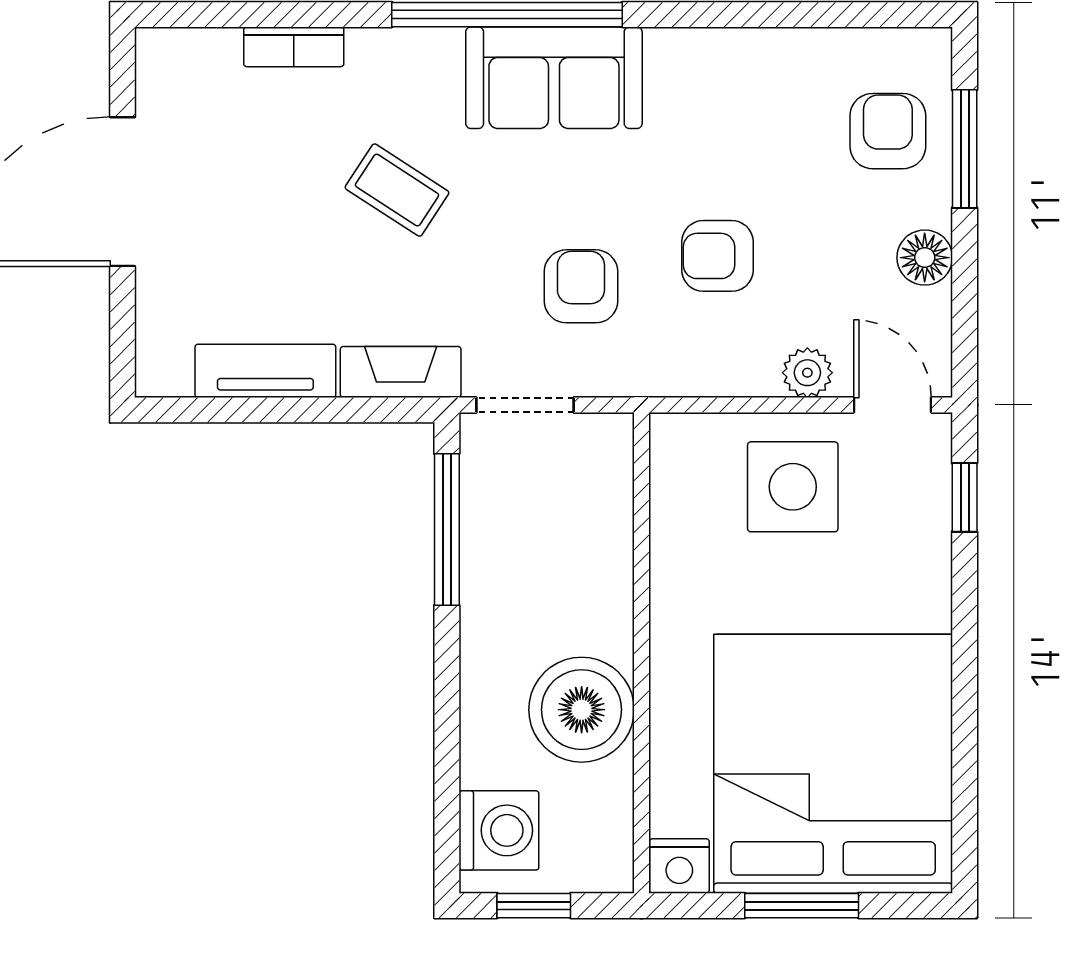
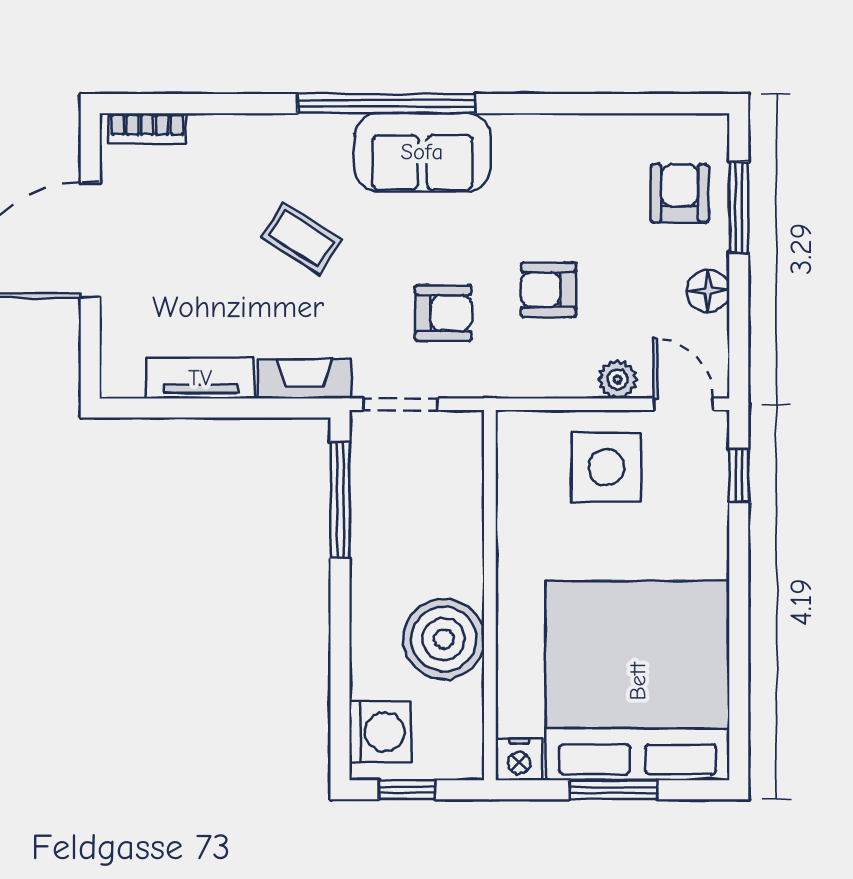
bookcase: (294, 47) -> (147, 128), moved
armchair: (581, 286) -> (443, 313), turned 90

